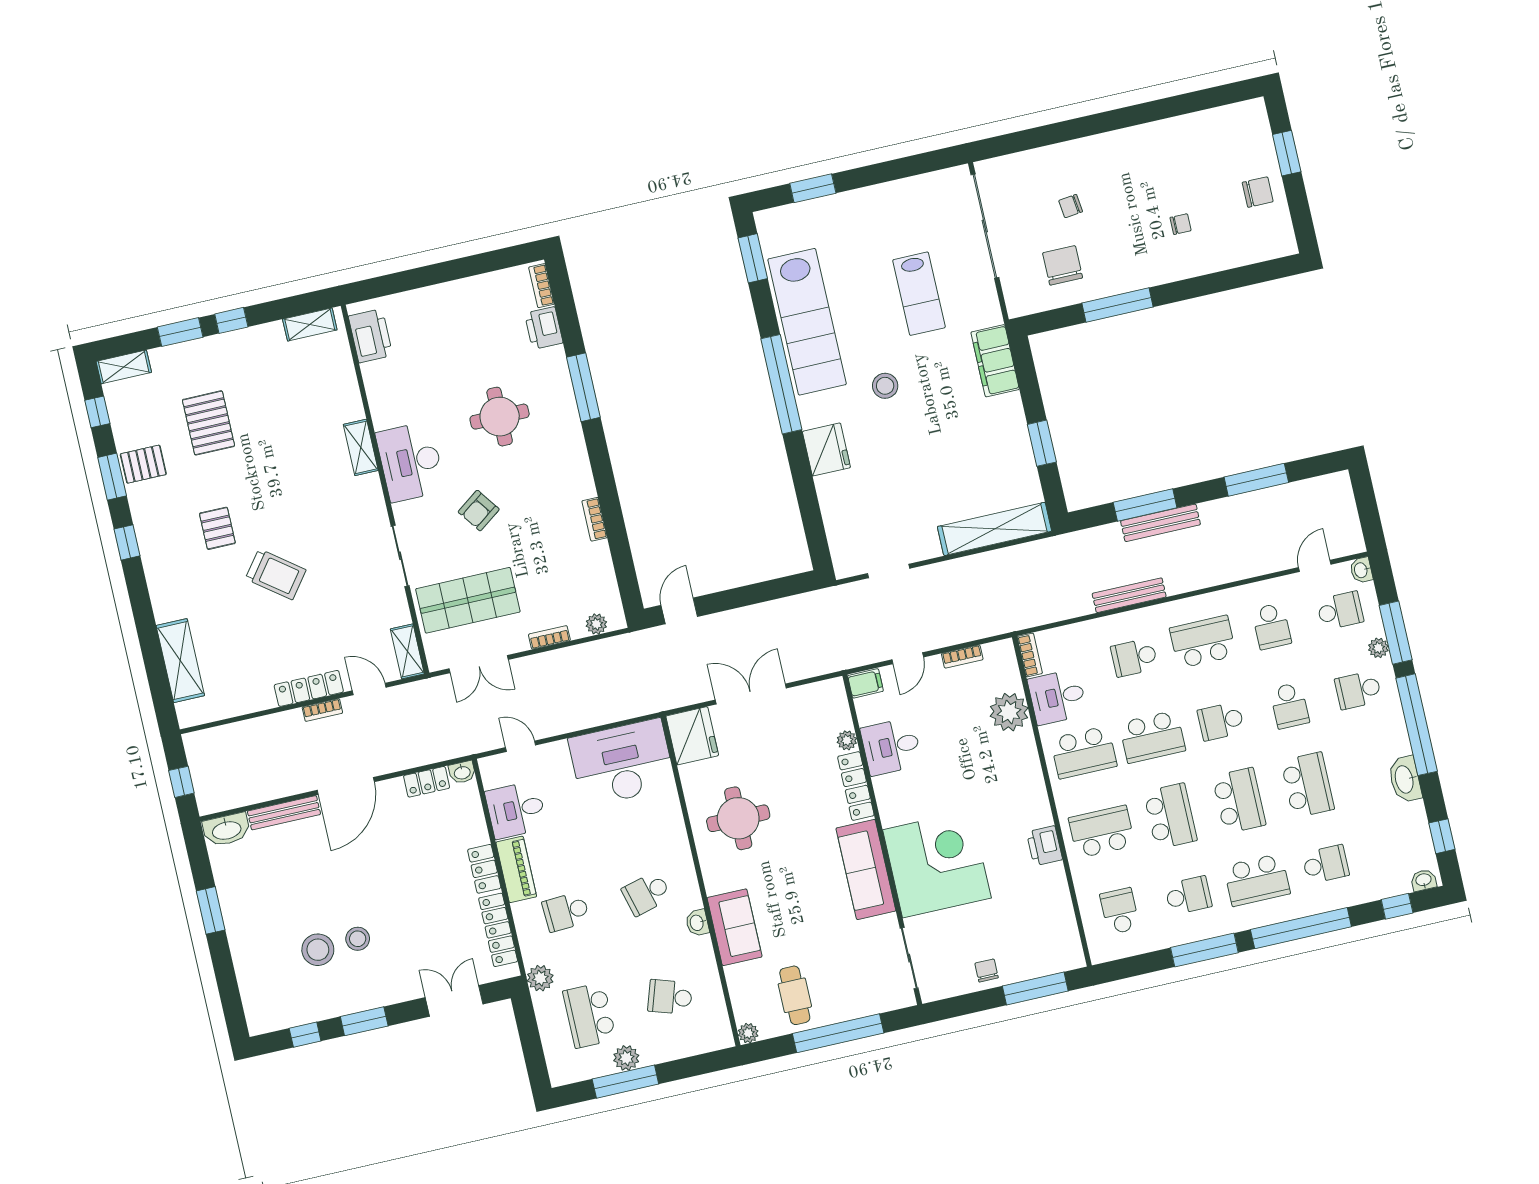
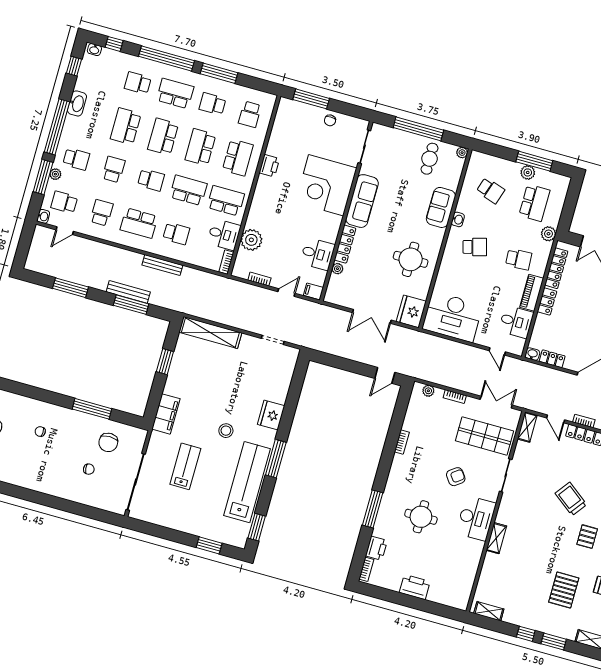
printer: (371, 336) -> (415, 587), moved, turned 90
window: (781, 384) -> (276, 459), width x0.68
school desk: (1102, 832) -> (238, 158), turned -90

